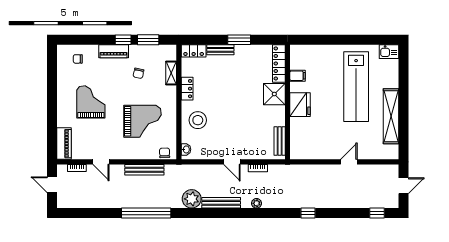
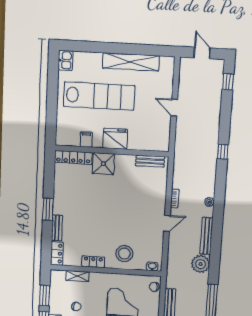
locker: (279, 63) -> (73, 157), moved
filing cabinet: (298, 76) -> (86, 140), moved
shower: (274, 94) -> (103, 164), moved
wall: (288, 102) -> (112, 151), moved
fridge: (300, 105) -> (115, 139), moved
bench: (280, 141) -> (150, 161), moved

